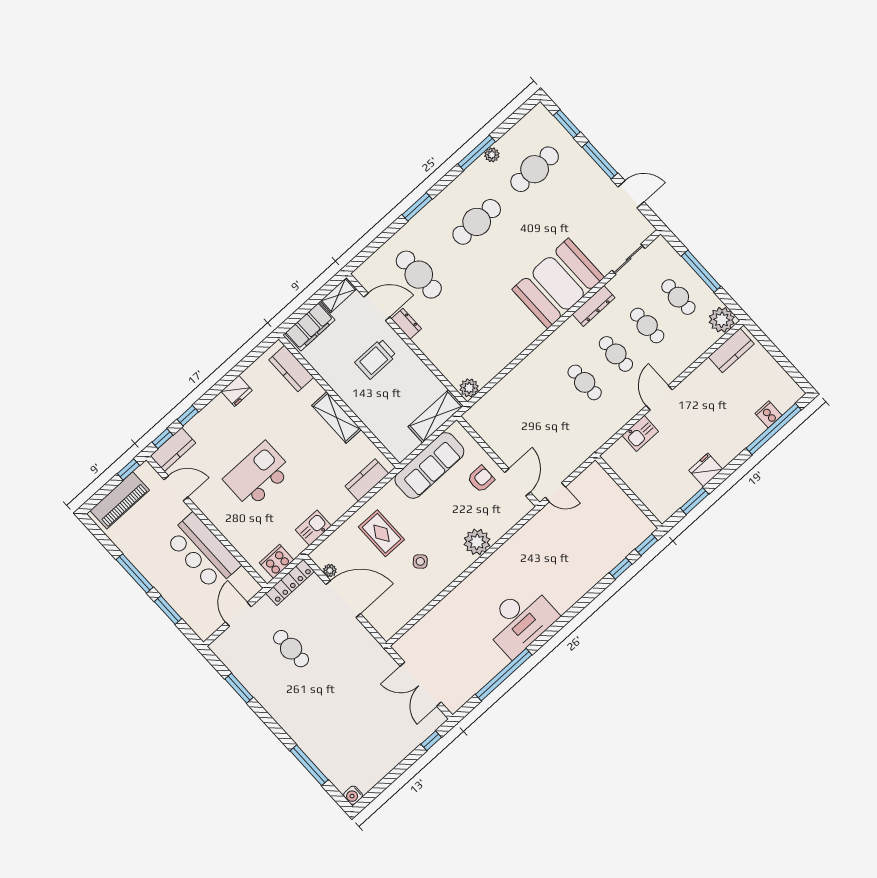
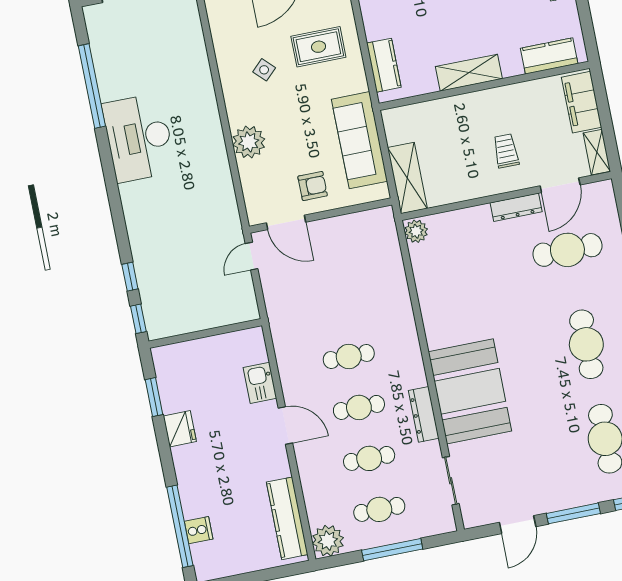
dresser: (406, 324) -> (516, 207), width x1.44
kitchen counter: (731, 350) -> (287, 518), width x1.50
trolley: (375, 359) -> (506, 151), width x0.73, depth x0.72
armchair: (481, 479) -> (313, 186), turned -90

